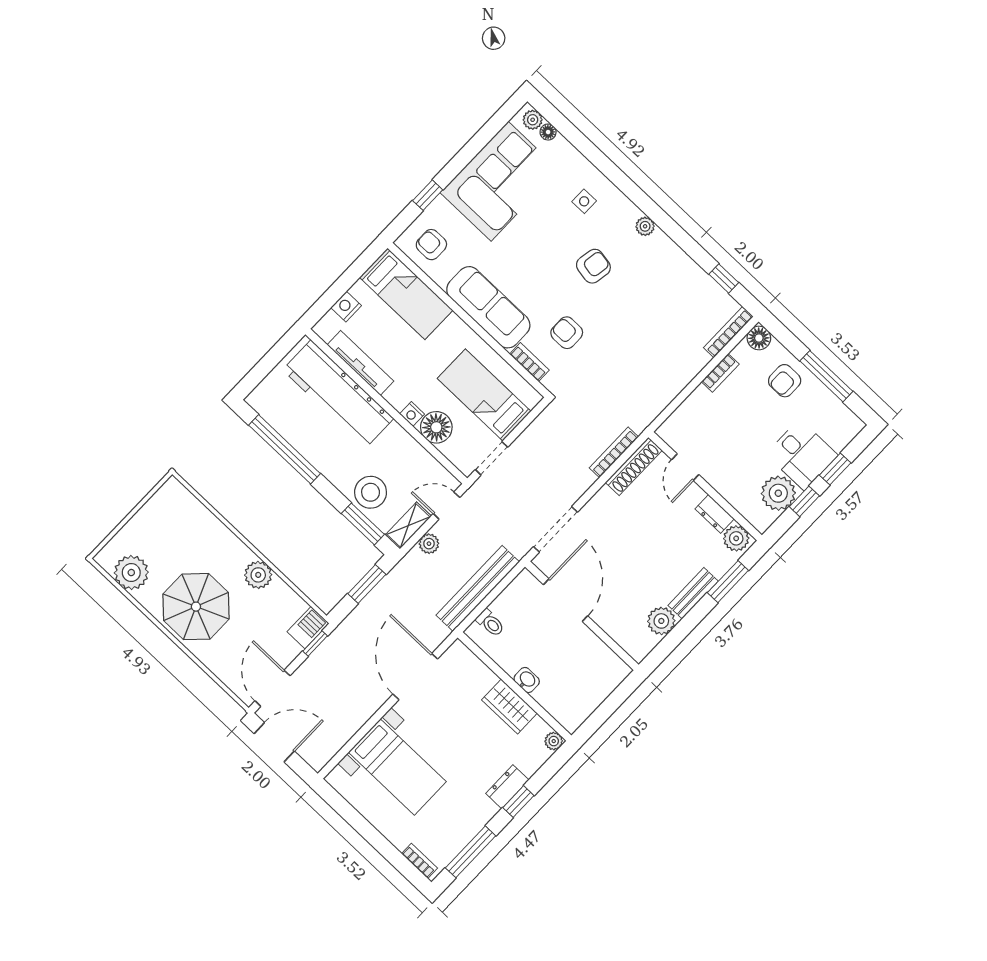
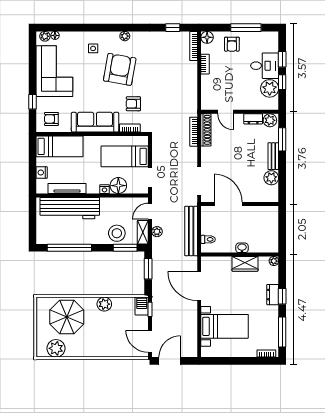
armchair: (593, 266) -> (120, 69), width x1.88, depth x1.88
parasol: (196, 607) -> (67, 317), moved

